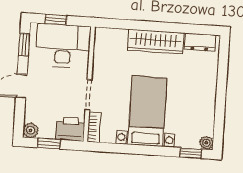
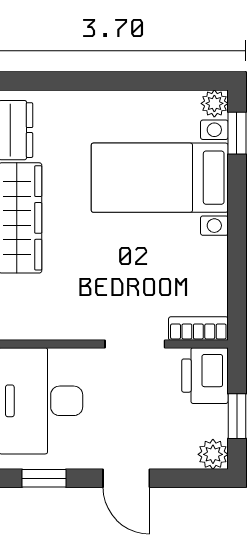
bed with nightstands: (147, 111) -> (160, 178), moved

